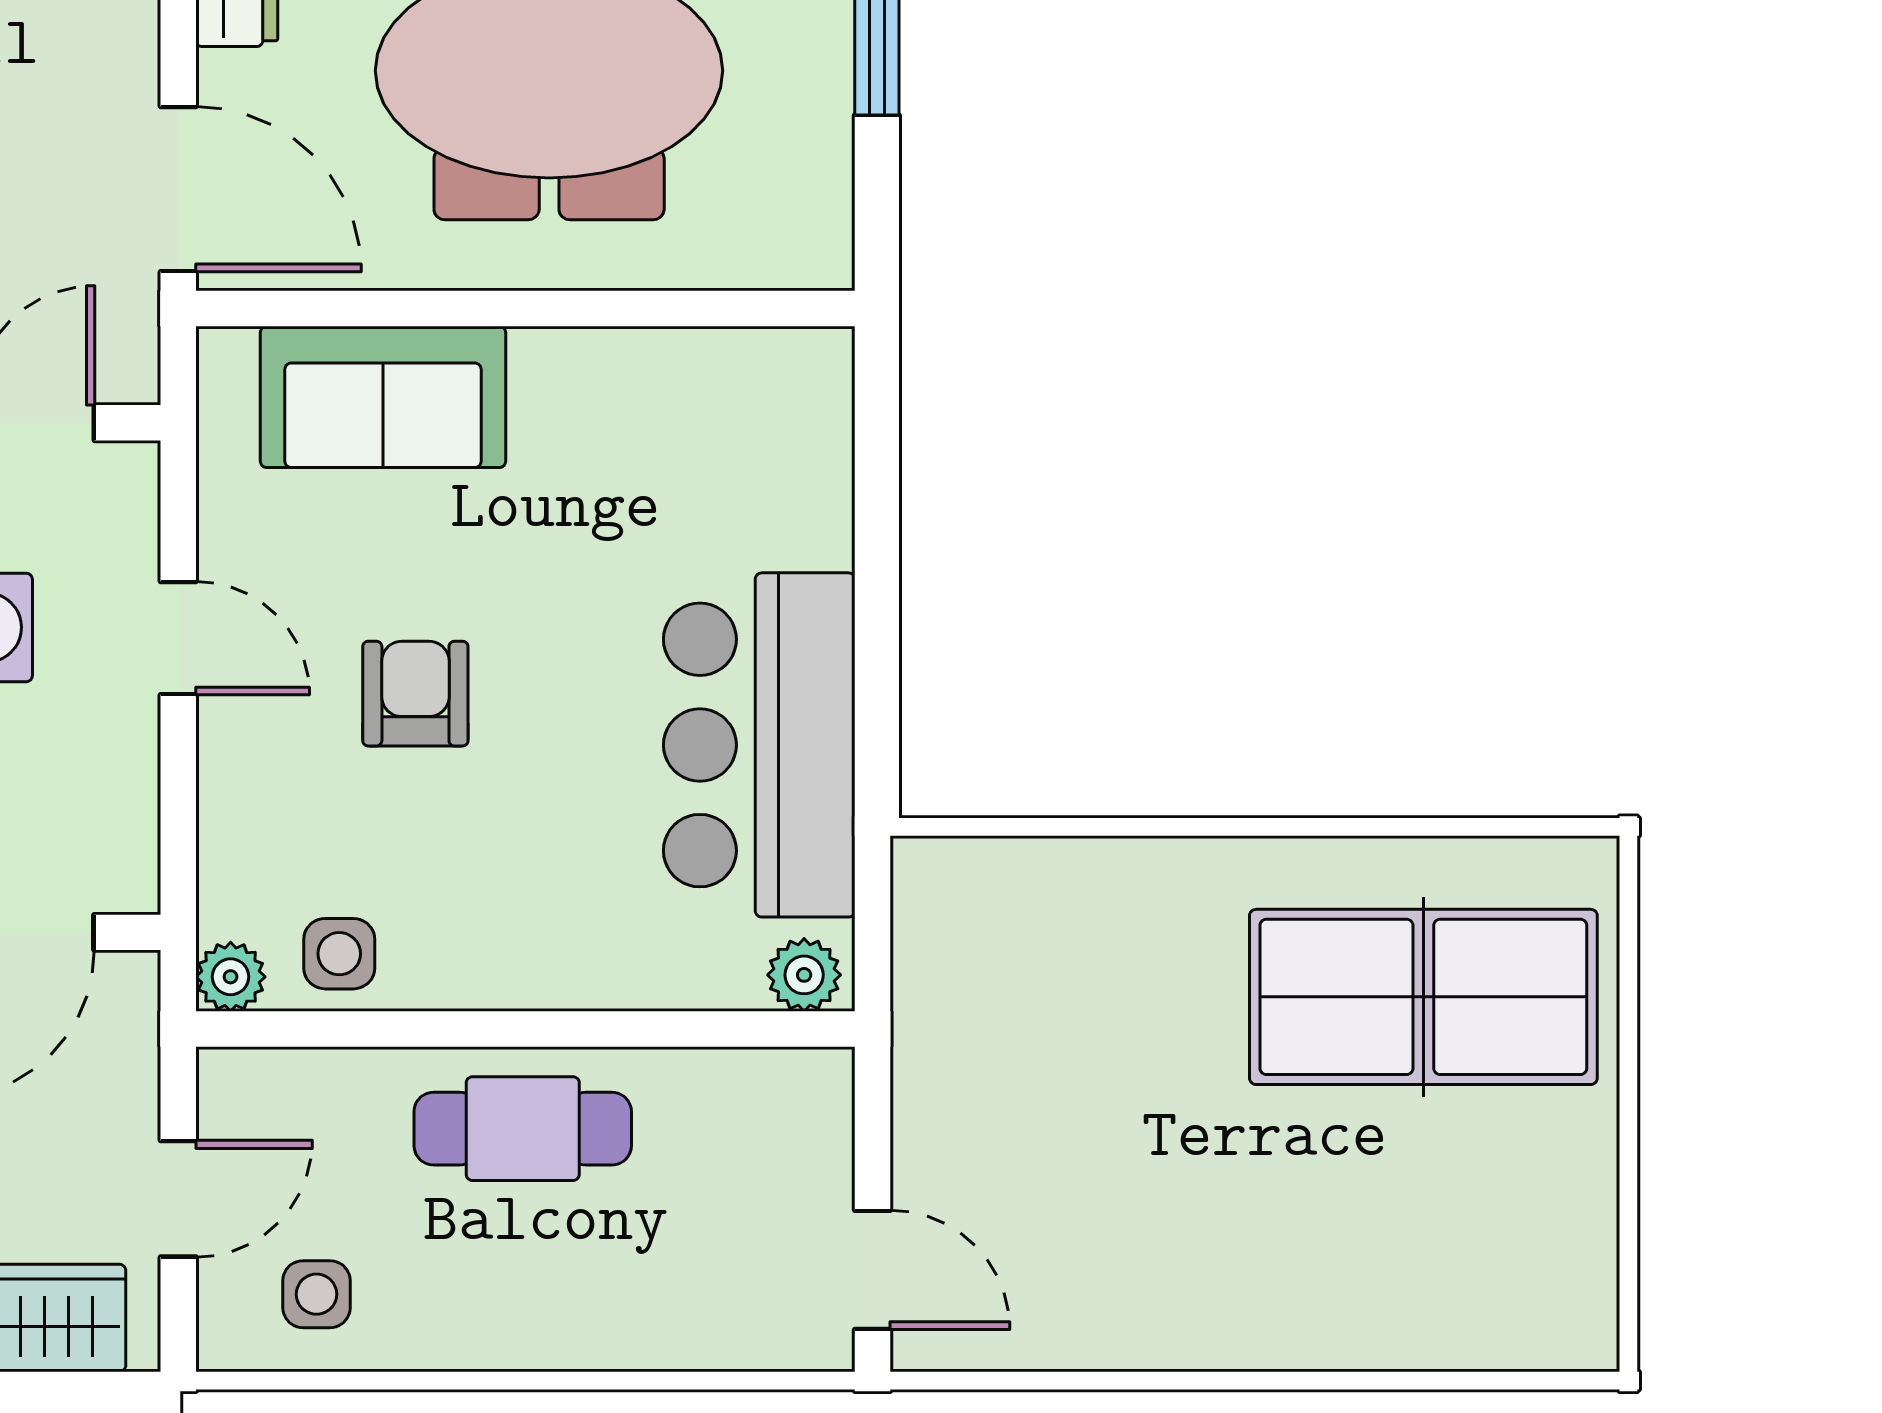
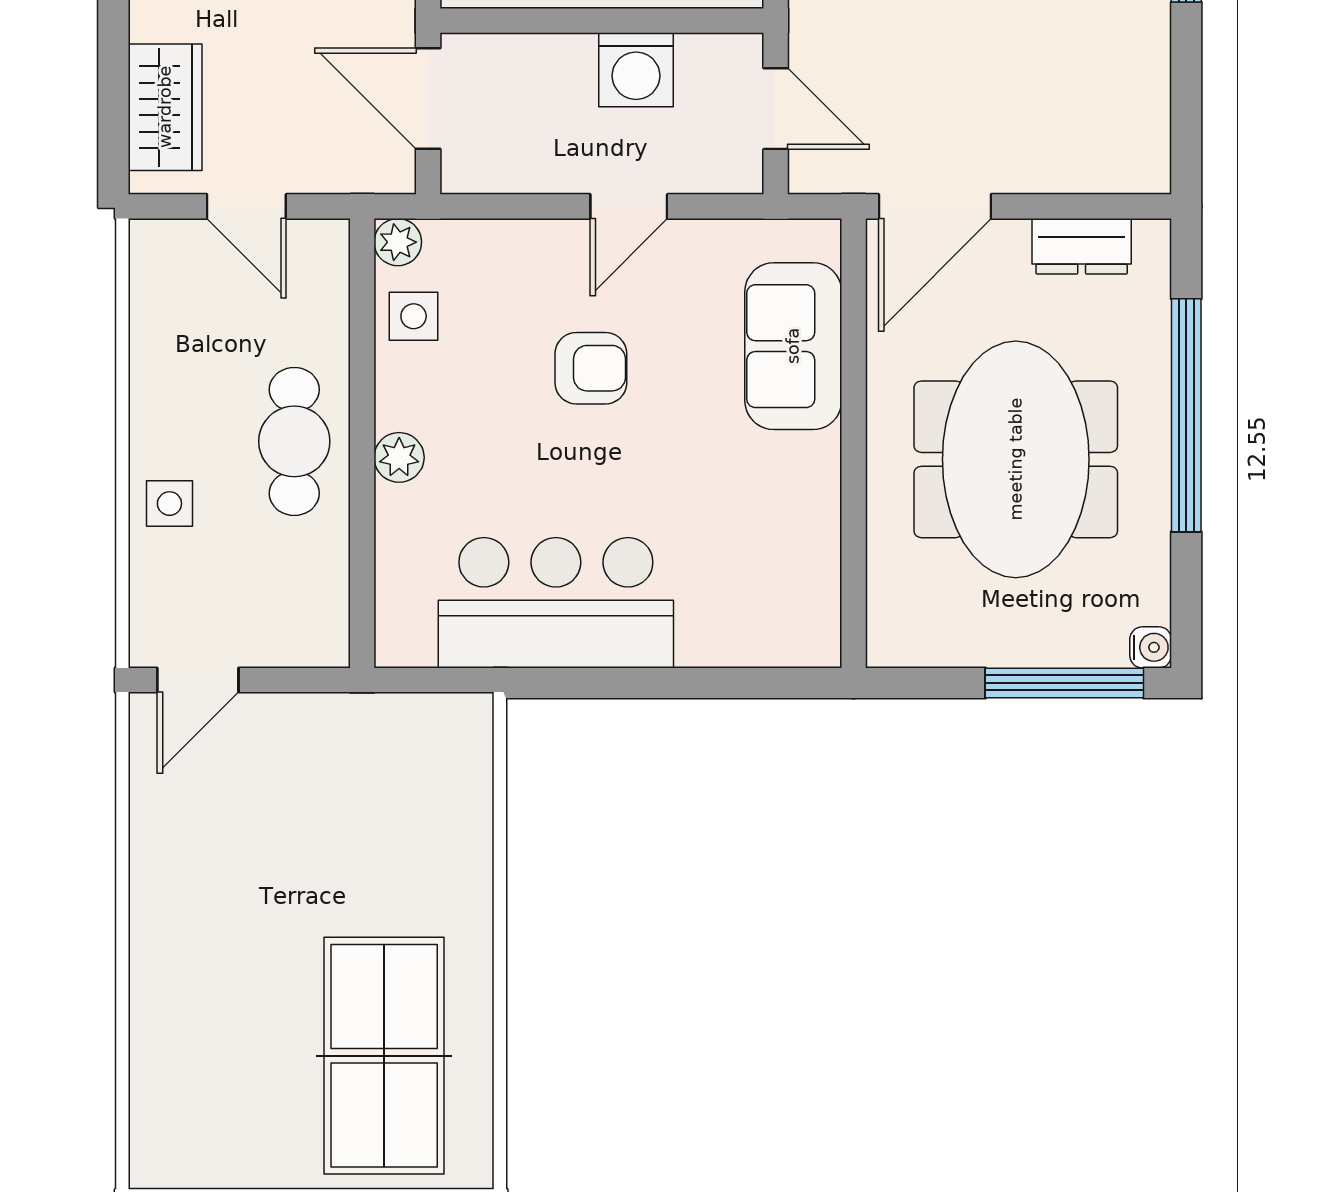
plant: (804, 975) -> (399, 457), moved
side table: (316, 1294) -> (169, 504), moved

